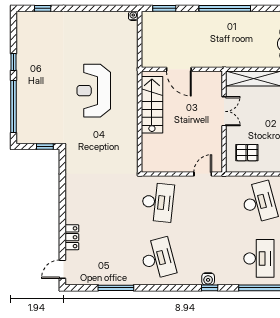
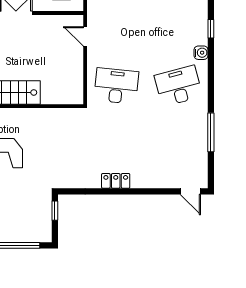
locker: (72, 237) -> (116, 181), moved
water cooler: (208, 279) -> (201, 53), moved

